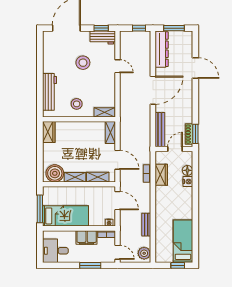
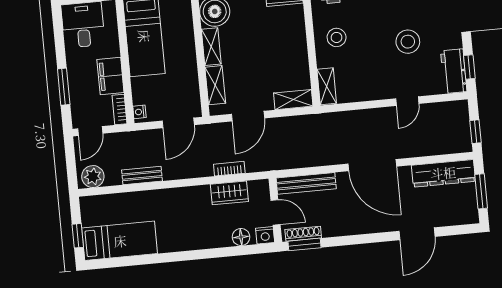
nightstand: (188, 182) -> (265, 235), moved

